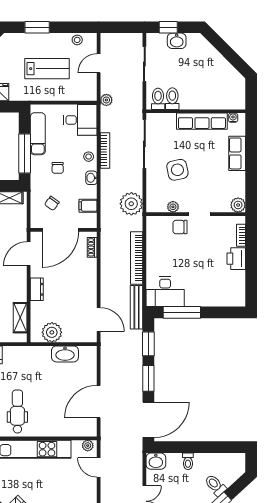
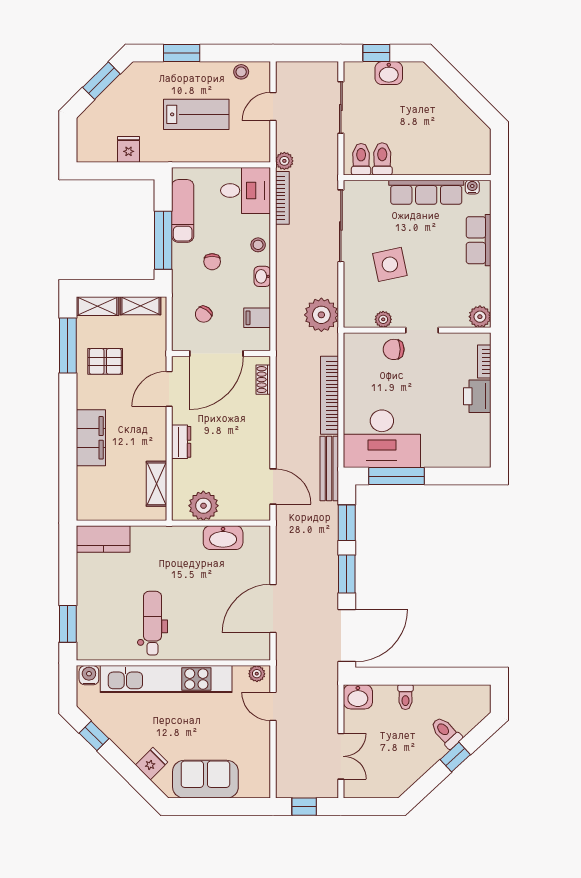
bookcase: (105, 150) -> (282, 198), moved
desk: (165, 292) -> (382, 439), width x1.36, depth x1.30

